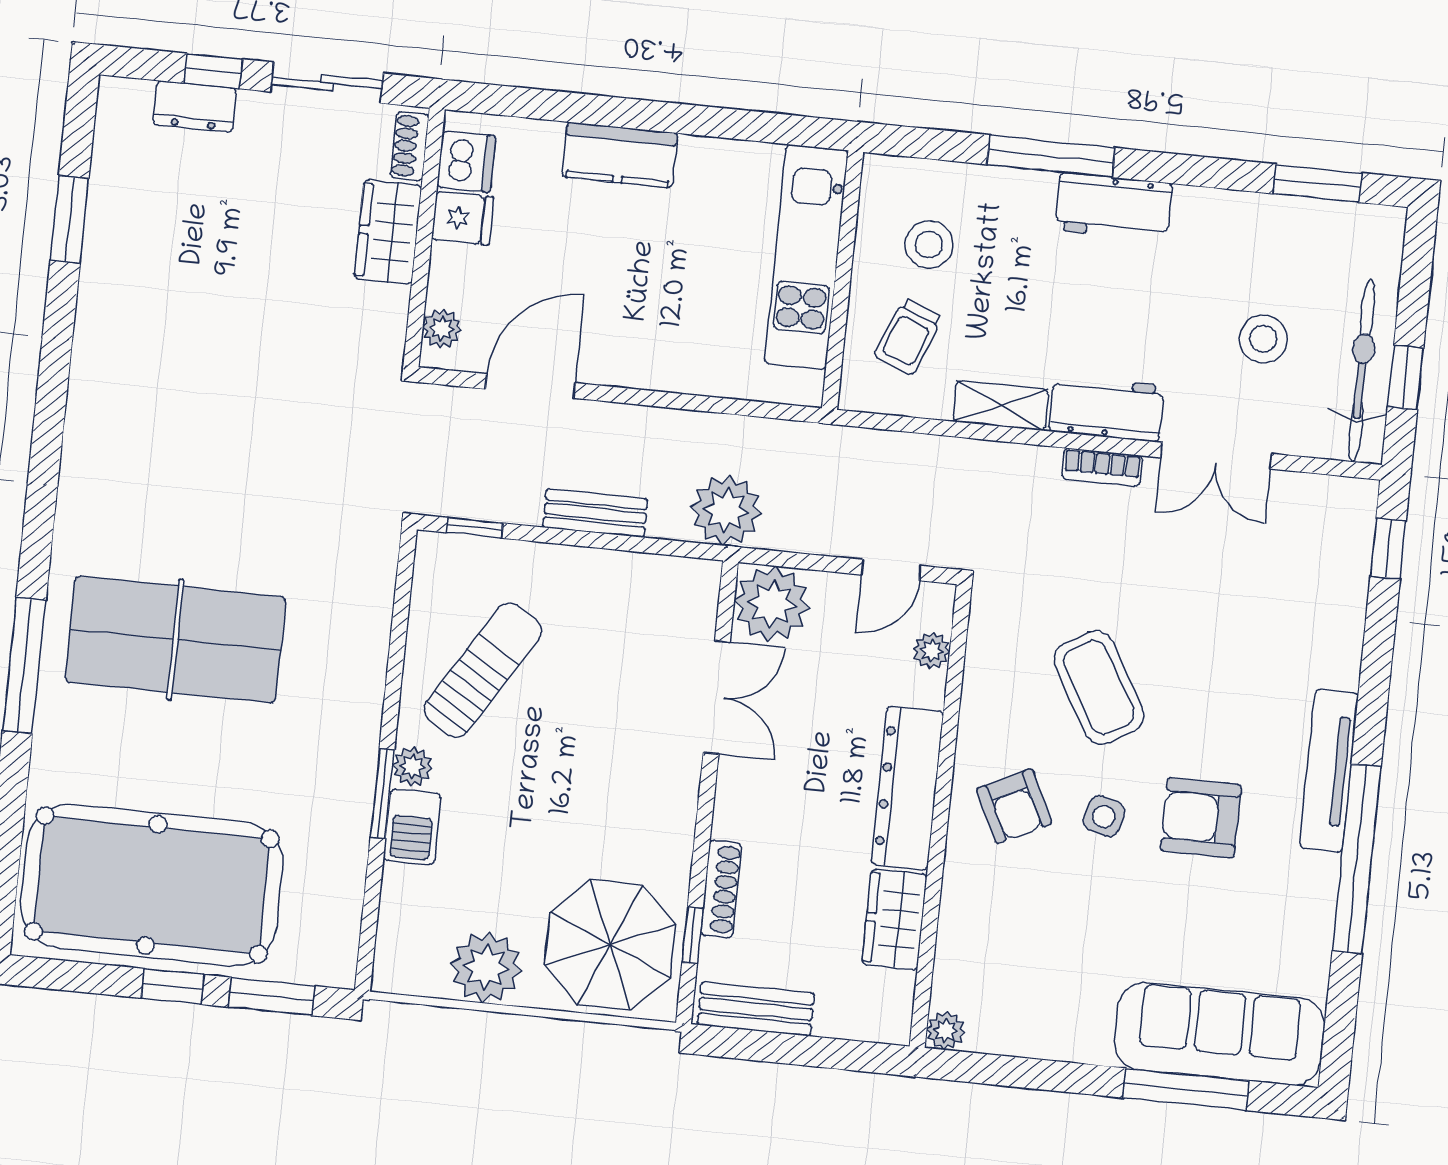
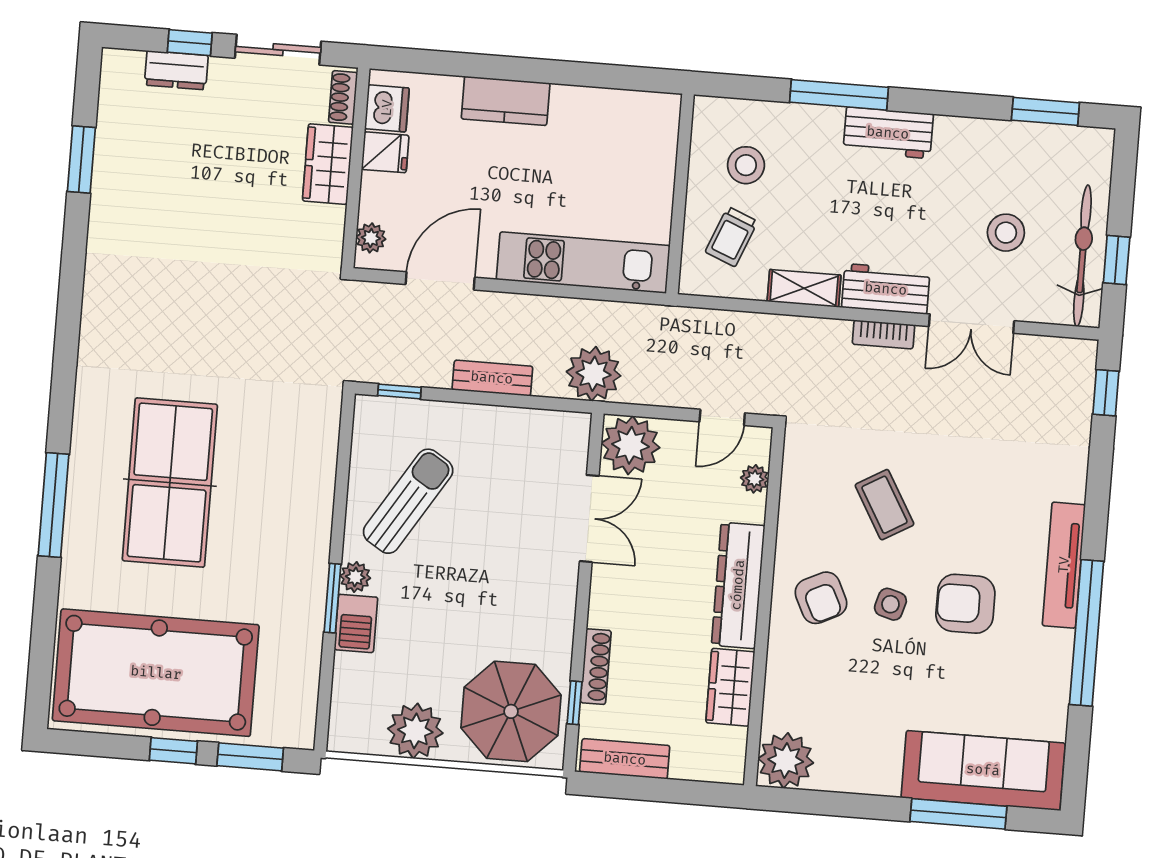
kitchen unit: (806, 257) -> (583, 263), moved, turned 90
table tennis table: (175, 639) -> (170, 483), turned 90
coffee table: (1099, 687) -> (884, 505), width x0.73, depth x0.77
plant: (946, 1031) -> (786, 761), width x1.88, depth x1.88

